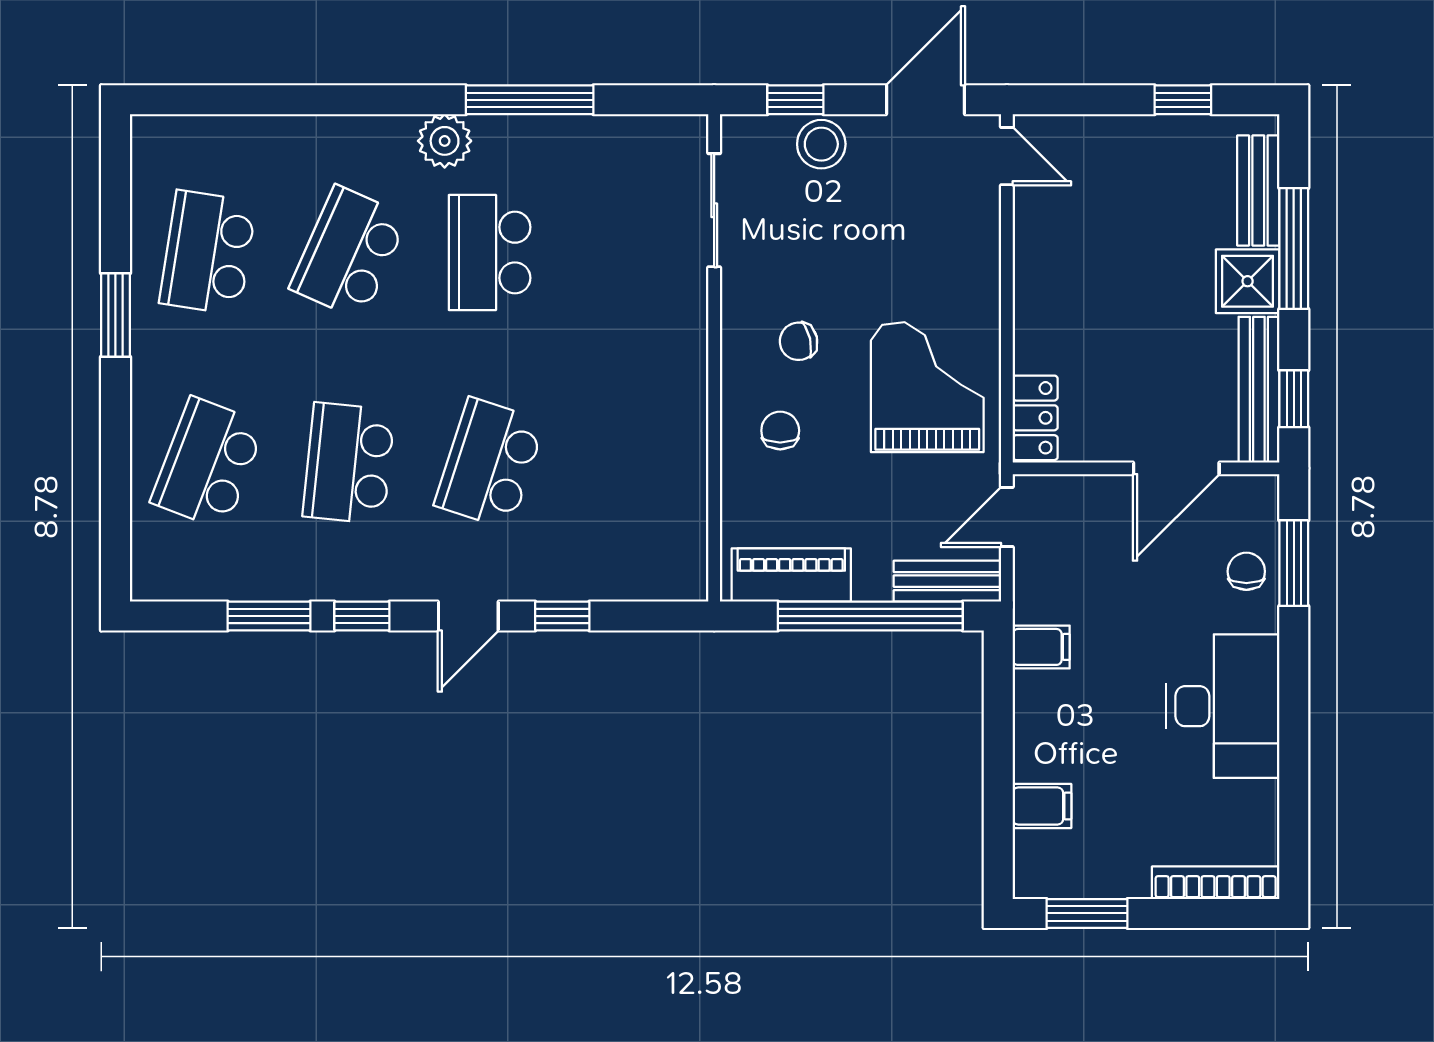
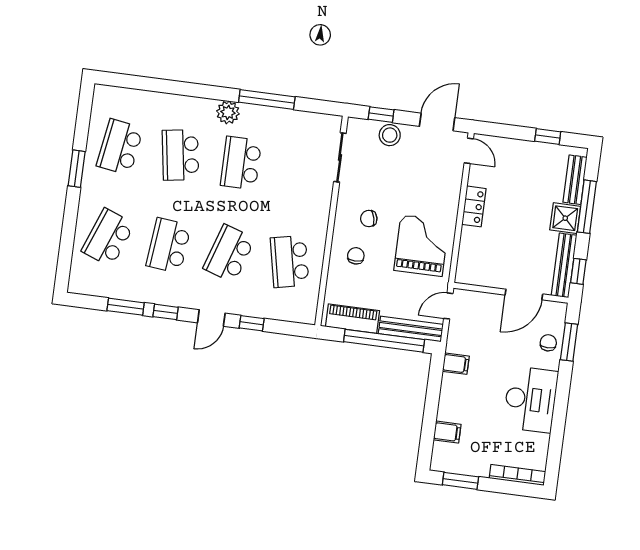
school desk: (349, 253) -> (180, 155), turned -33
locker: (1035, 418) -> (474, 206), moved
school desk: (630, 463) -> (290, 261), added
bench: (947, 581) -> (411, 329), width x1.36

